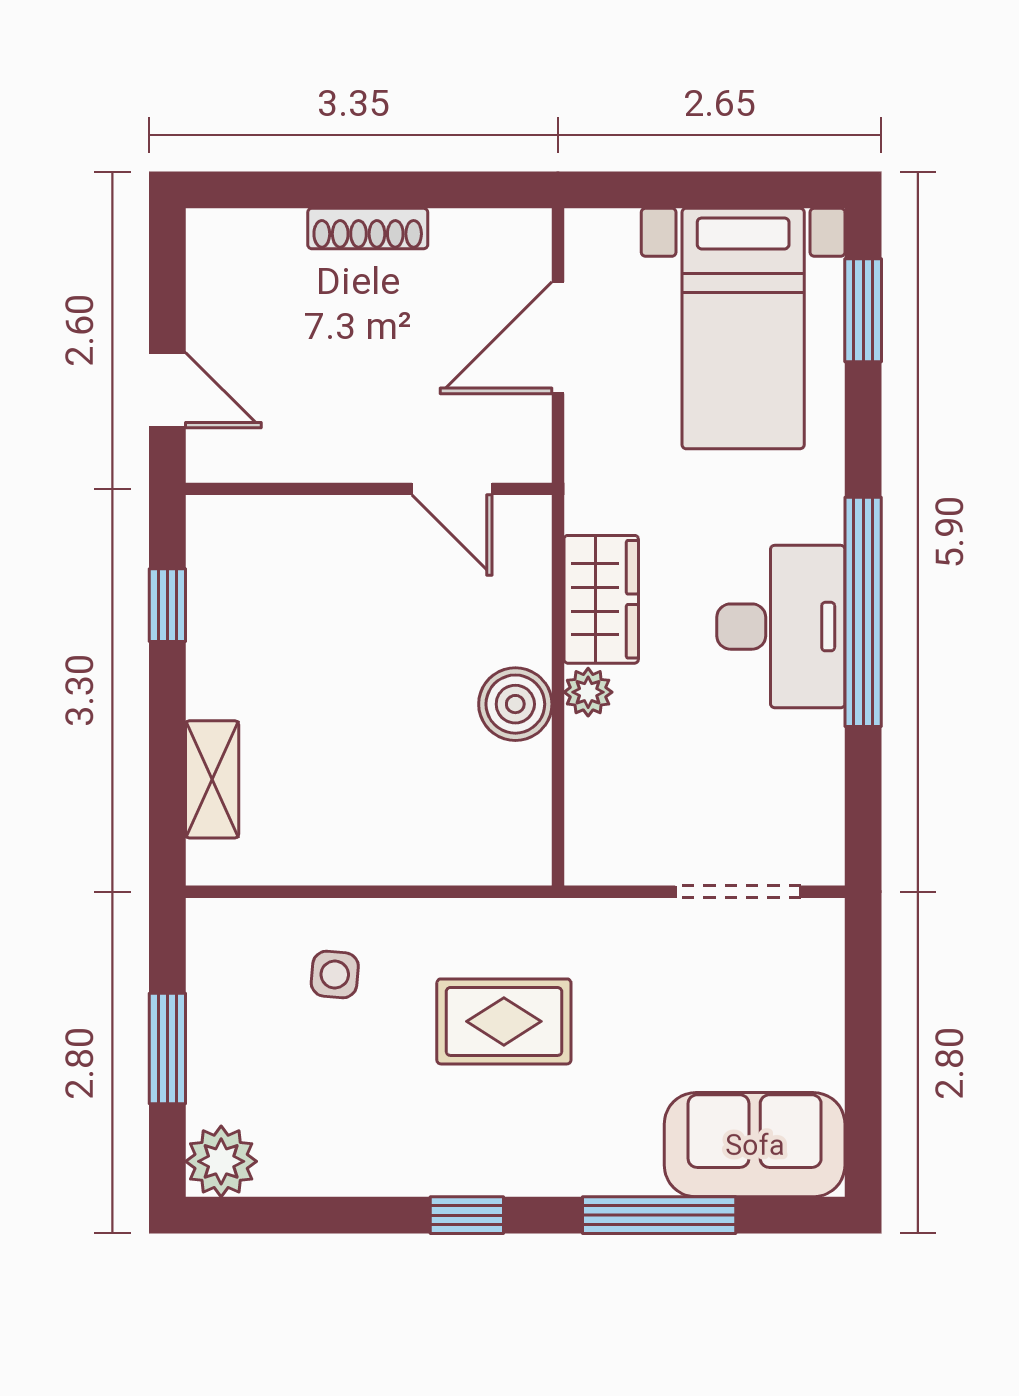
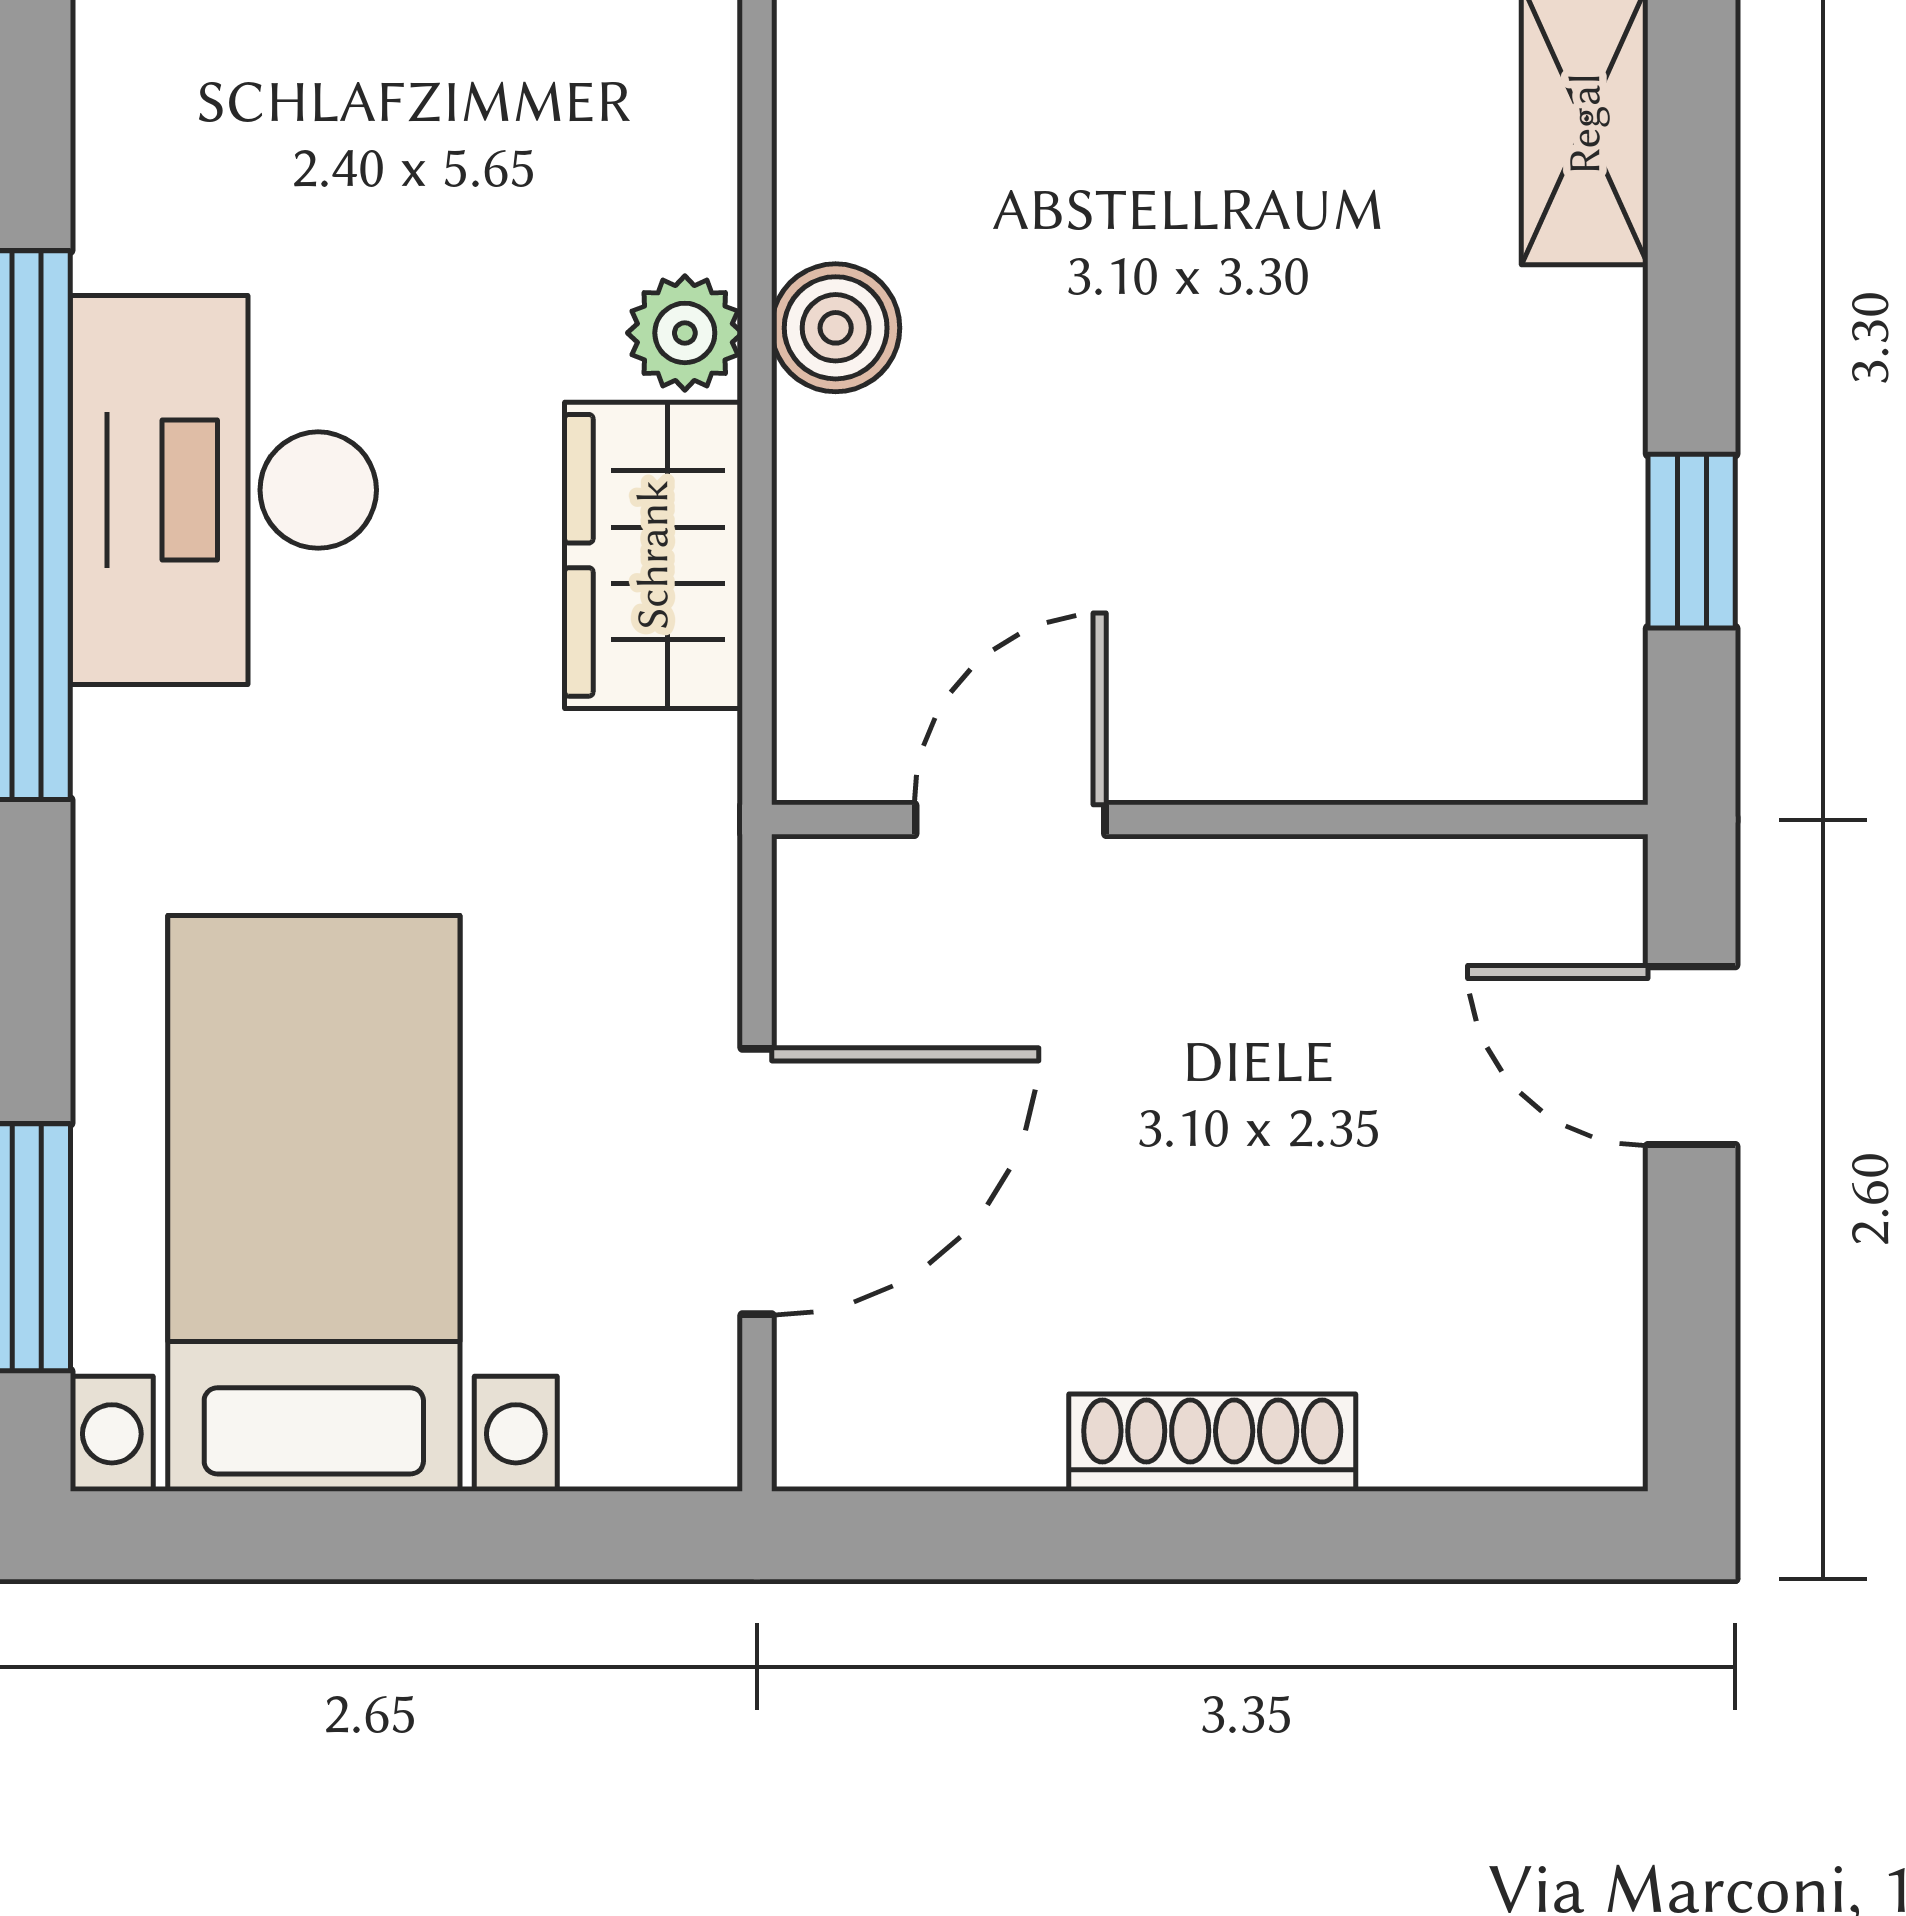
door: (452, 489) -> (1010, 820), hinge flipped
boiler: (515, 704) -> (836, 328), width x0.73, depth x0.73

